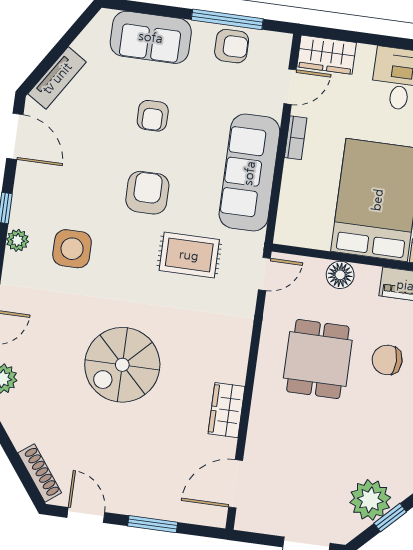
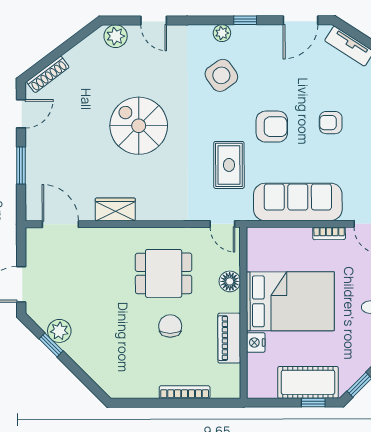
side table: (72, 249) -> (221, 75), turned -35
plant: (370, 500) -> (59, 331), width x0.73, depth x0.73

